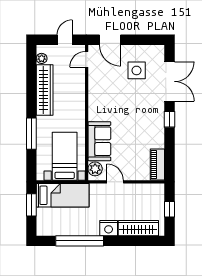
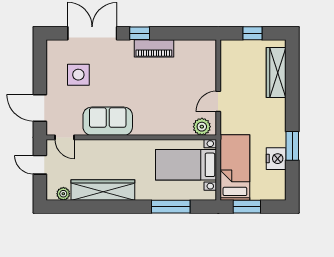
door: (110, 40) -> (40, 108), swing flipped
window: (31, 134) -> (171, 207), moved
sofa: (99, 141) -> (108, 121), moved
piano: (157, 165) -> (154, 48), moved
nightstand: (109, 228) -> (276, 159), moved
window: (80, 241) -> (292, 146), width x0.47

